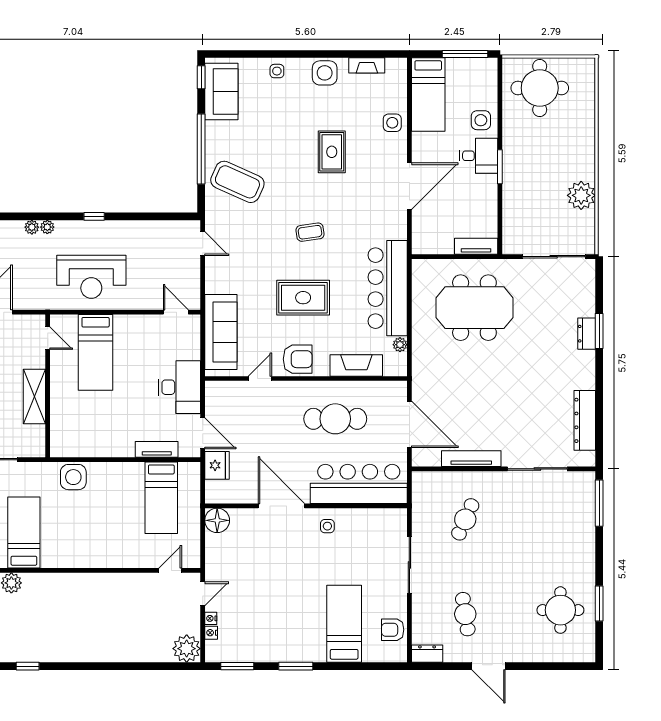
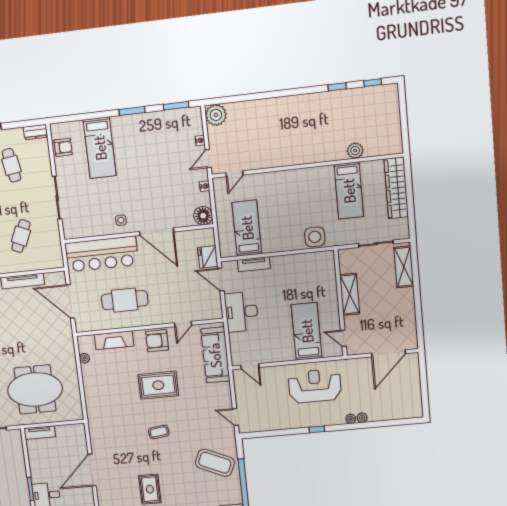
bar counter: (388, 288) -> (98, 398), removed
nightstand: (211, 633) -> (205, 186), moved

